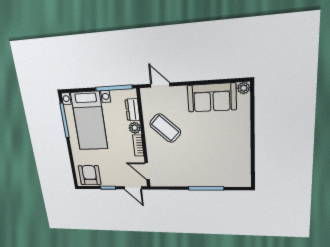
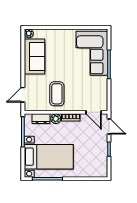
coffee table: (165, 128) -> (57, 94), turned -44
corner sofa: (219, 169) -> (92, 53), added
door: (147, 171) -> (94, 112), hinge flipped
armchair: (90, 175) -> (97, 164), removed
door: (133, 188) -> (109, 127), hinge flipped

